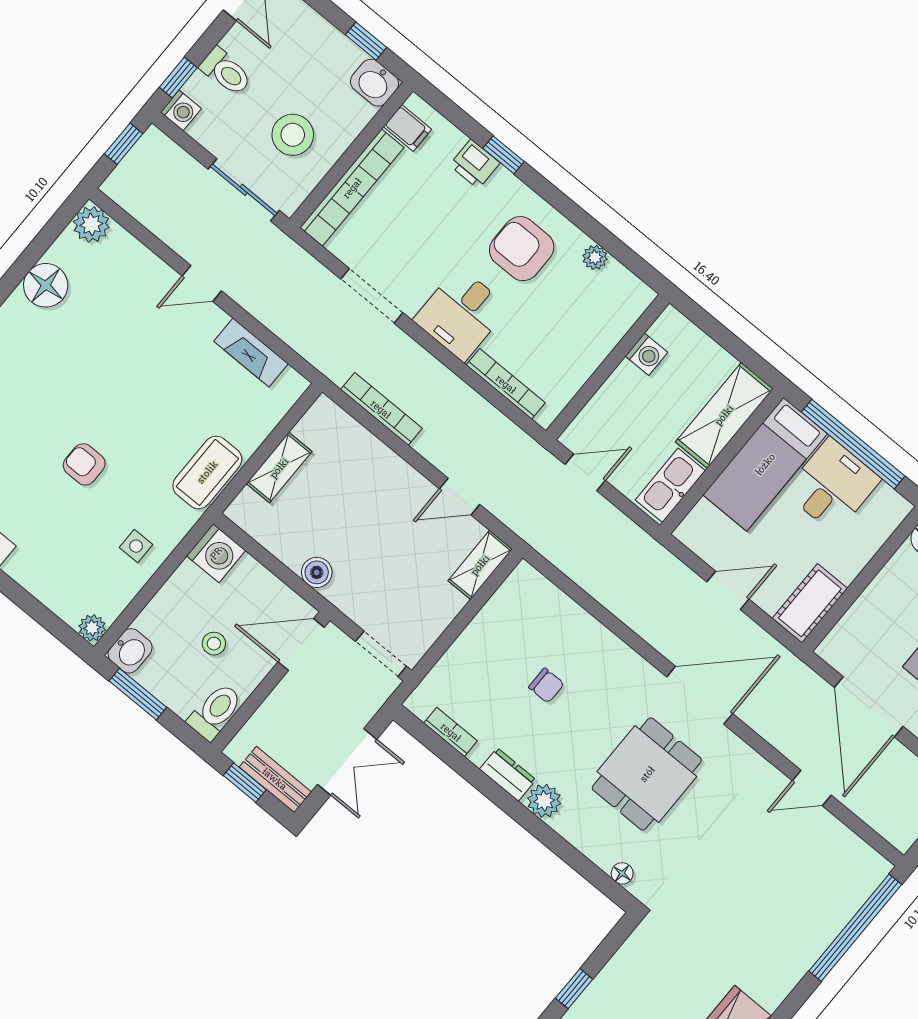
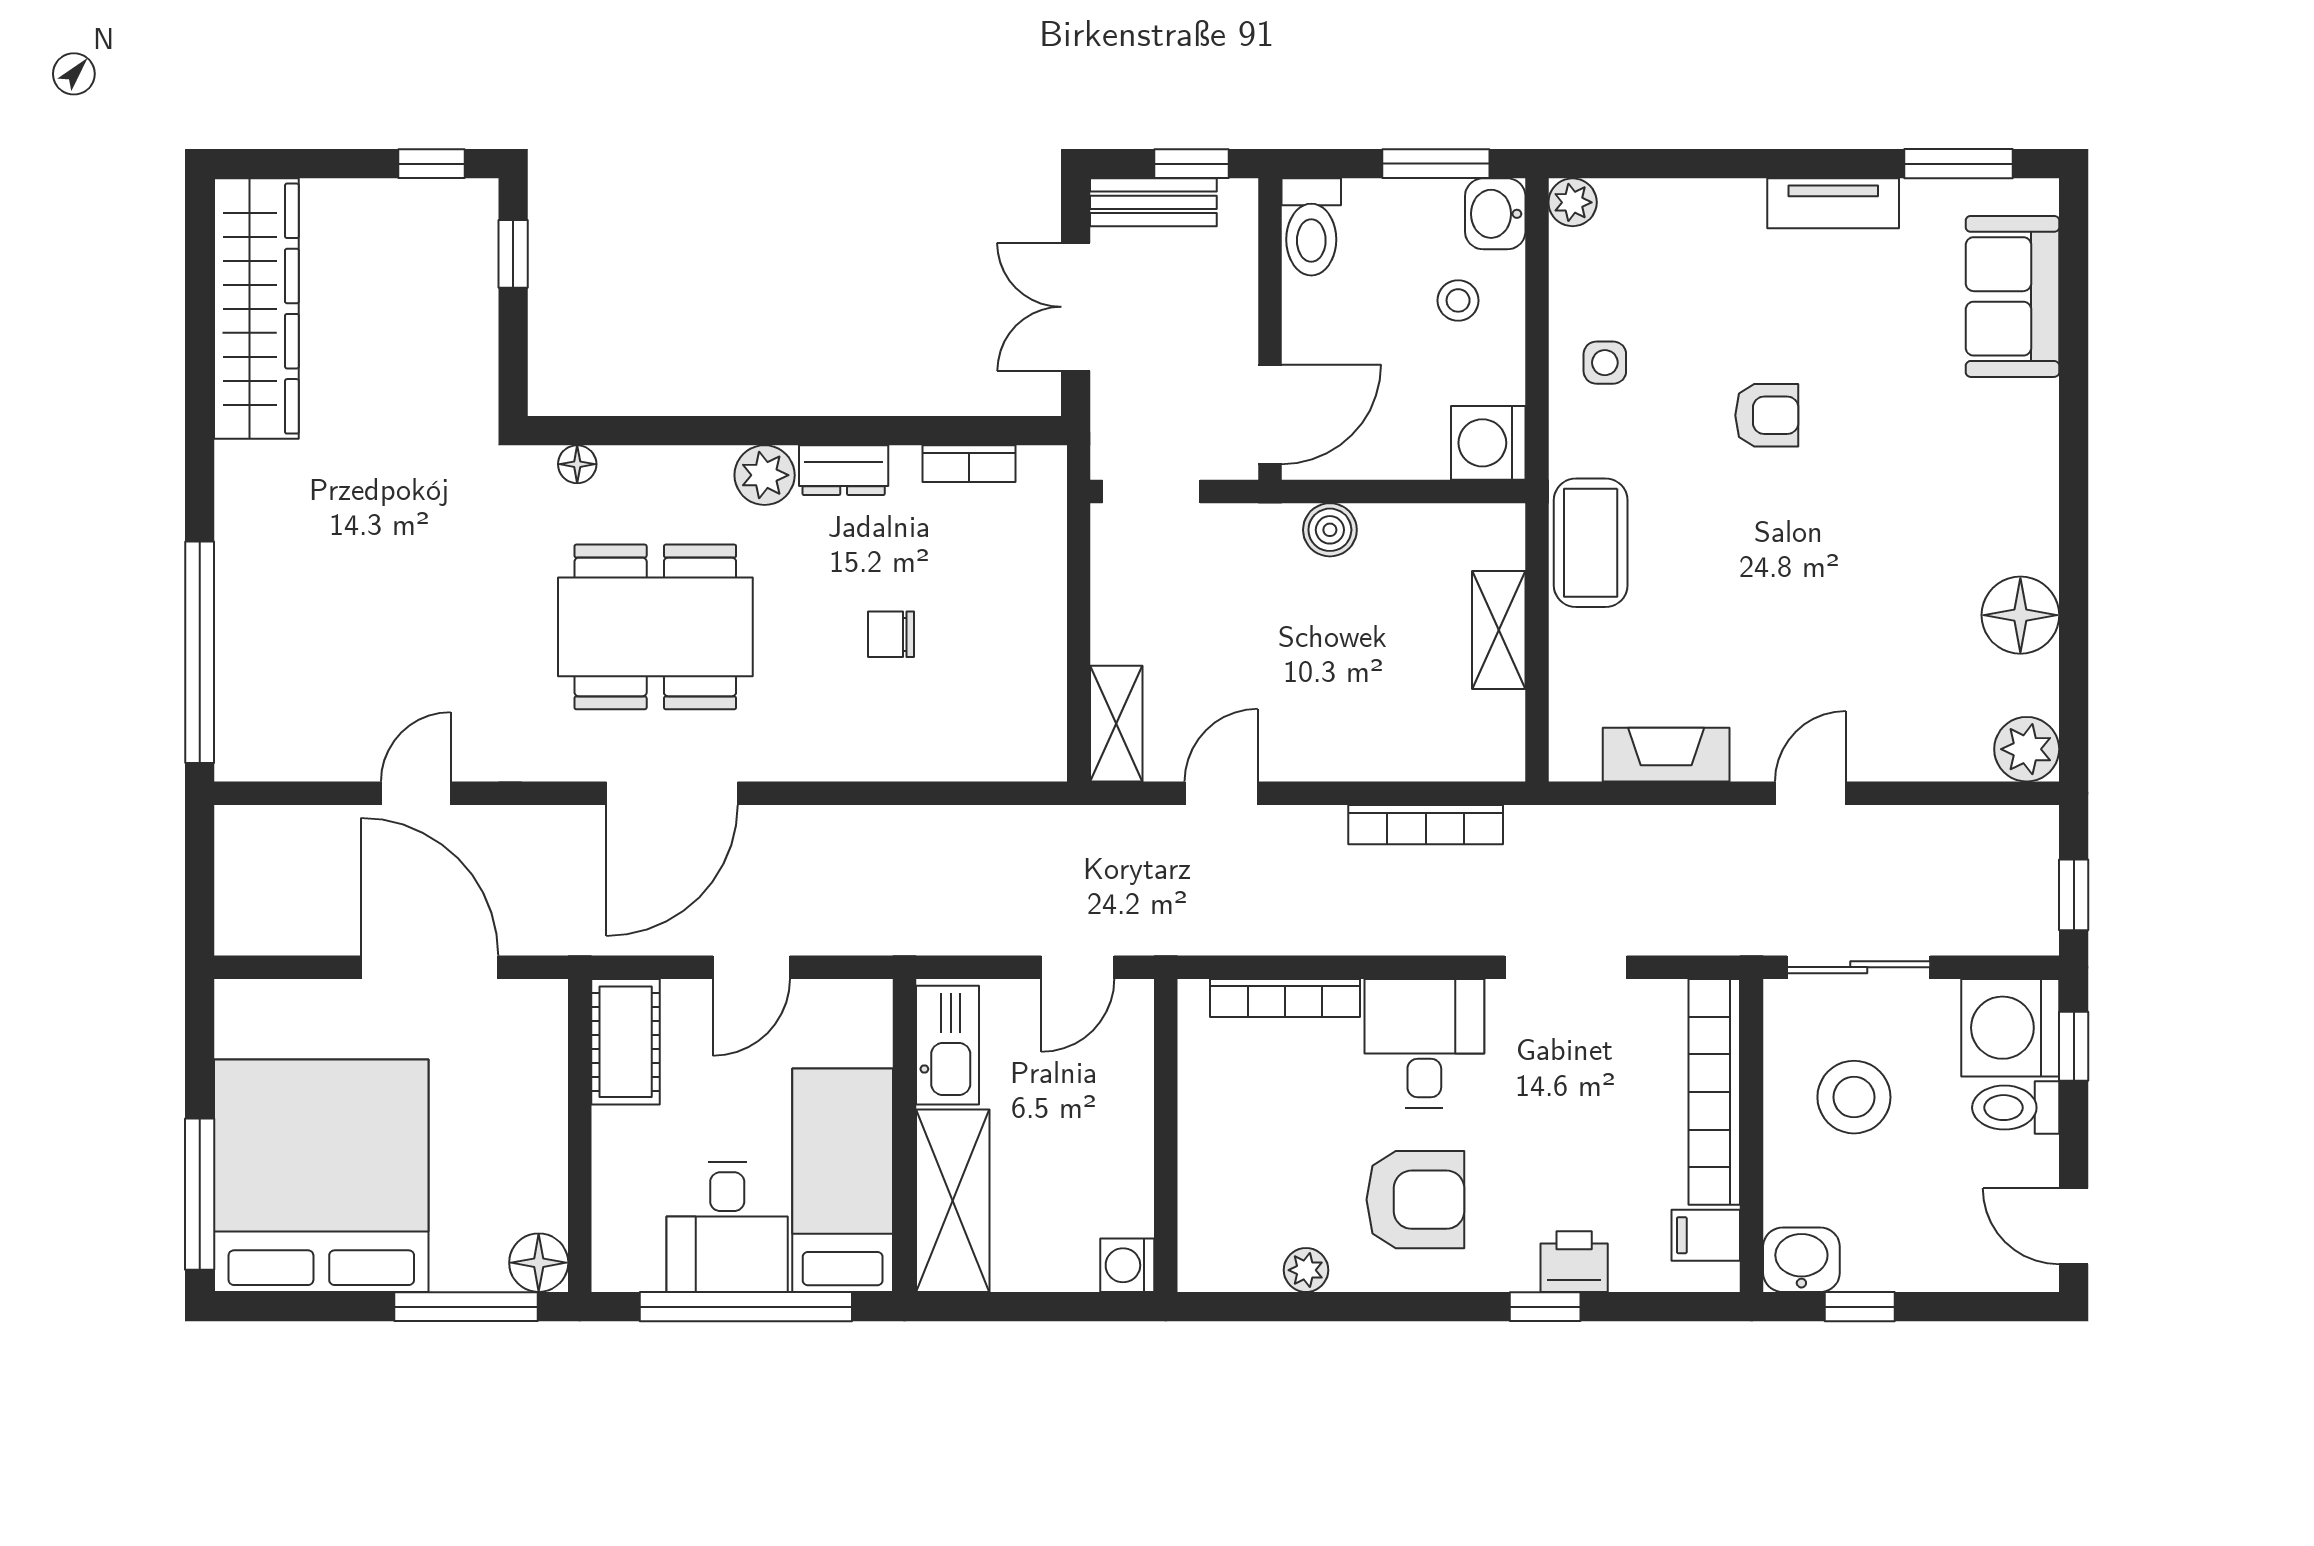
washing machine: (181, 110) -> (2010, 1028), width x1.89, depth x1.89
washing machine: (646, 354) -> (1127, 1265), moved
stool: (214, 644) -> (1458, 300), moved
dining table: (647, 774) -> (655, 627), width x1.38

